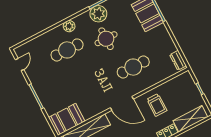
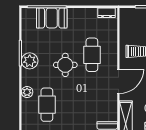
round table: (106, 39) -> (65, 65), moved

